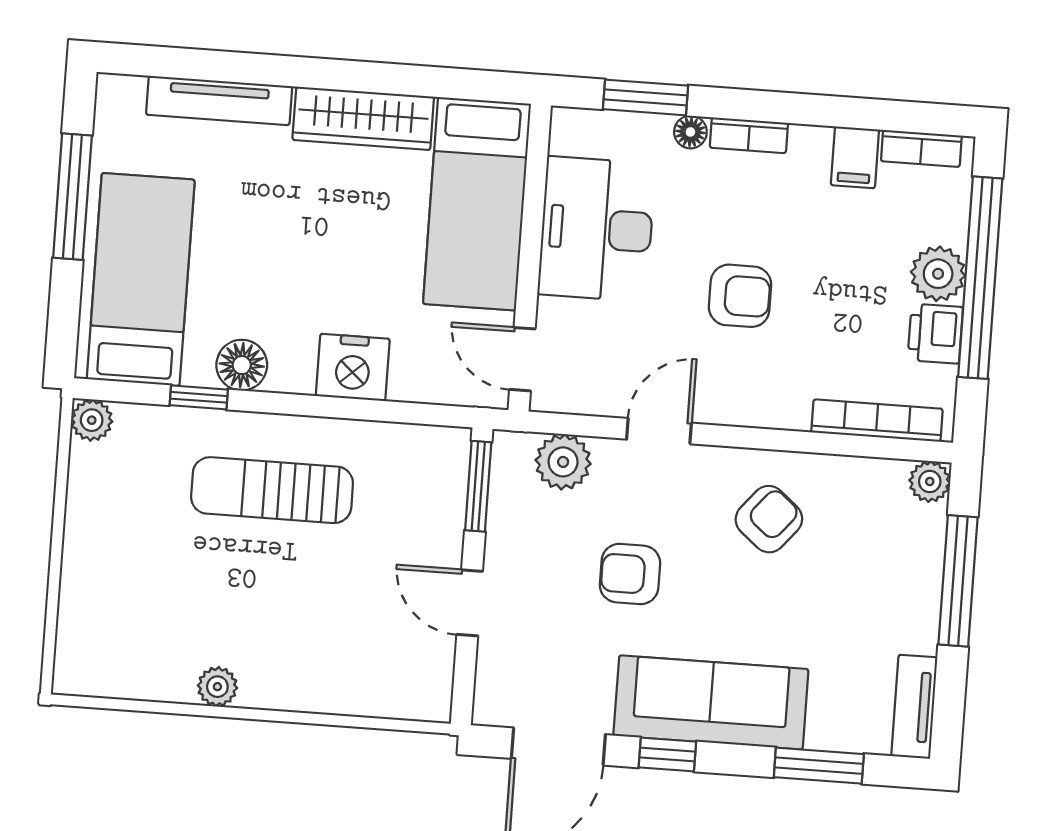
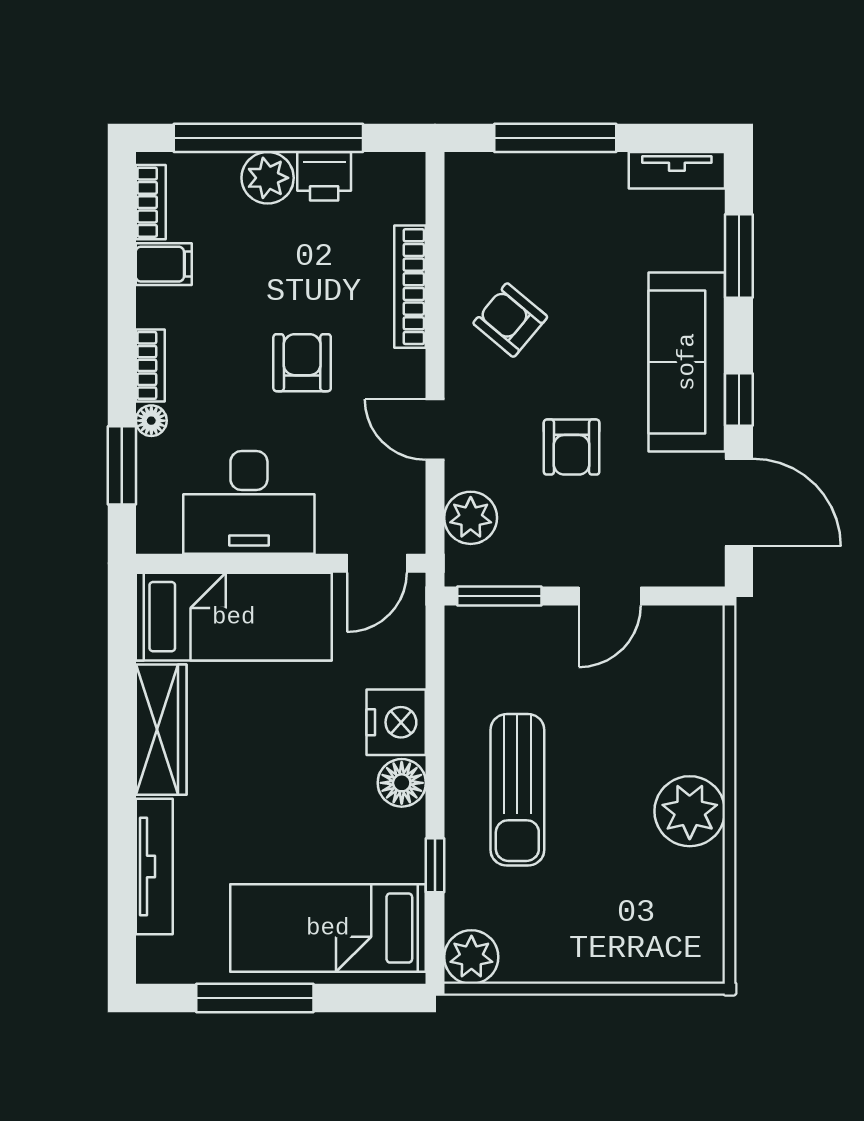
floor lamp: (242, 365) -> (402, 783), moved
plant: (92, 420) -> (471, 957), width x1.38, depth x1.38
bookcase: (877, 421) -> (410, 287), moved
plant: (930, 482) -> (464, 171), removed
plant: (217, 687) -> (690, 811), width x1.88, depth x1.88

